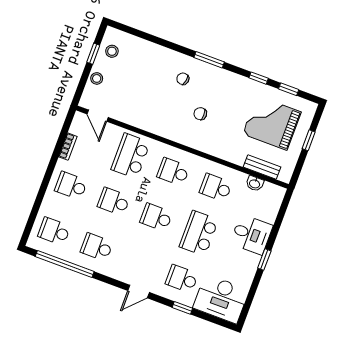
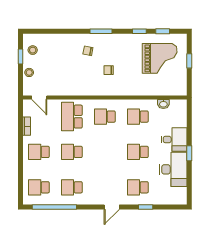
grand piano: (272, 123) -> (160, 58), turned 180
bench: (262, 167) -> (164, 91), removed
school desk: (156, 217) -> (105, 152), removed
school desk: (199, 233) -> (138, 152), width x0.54
desk: (221, 299) -> (173, 169), moved, turned -90

